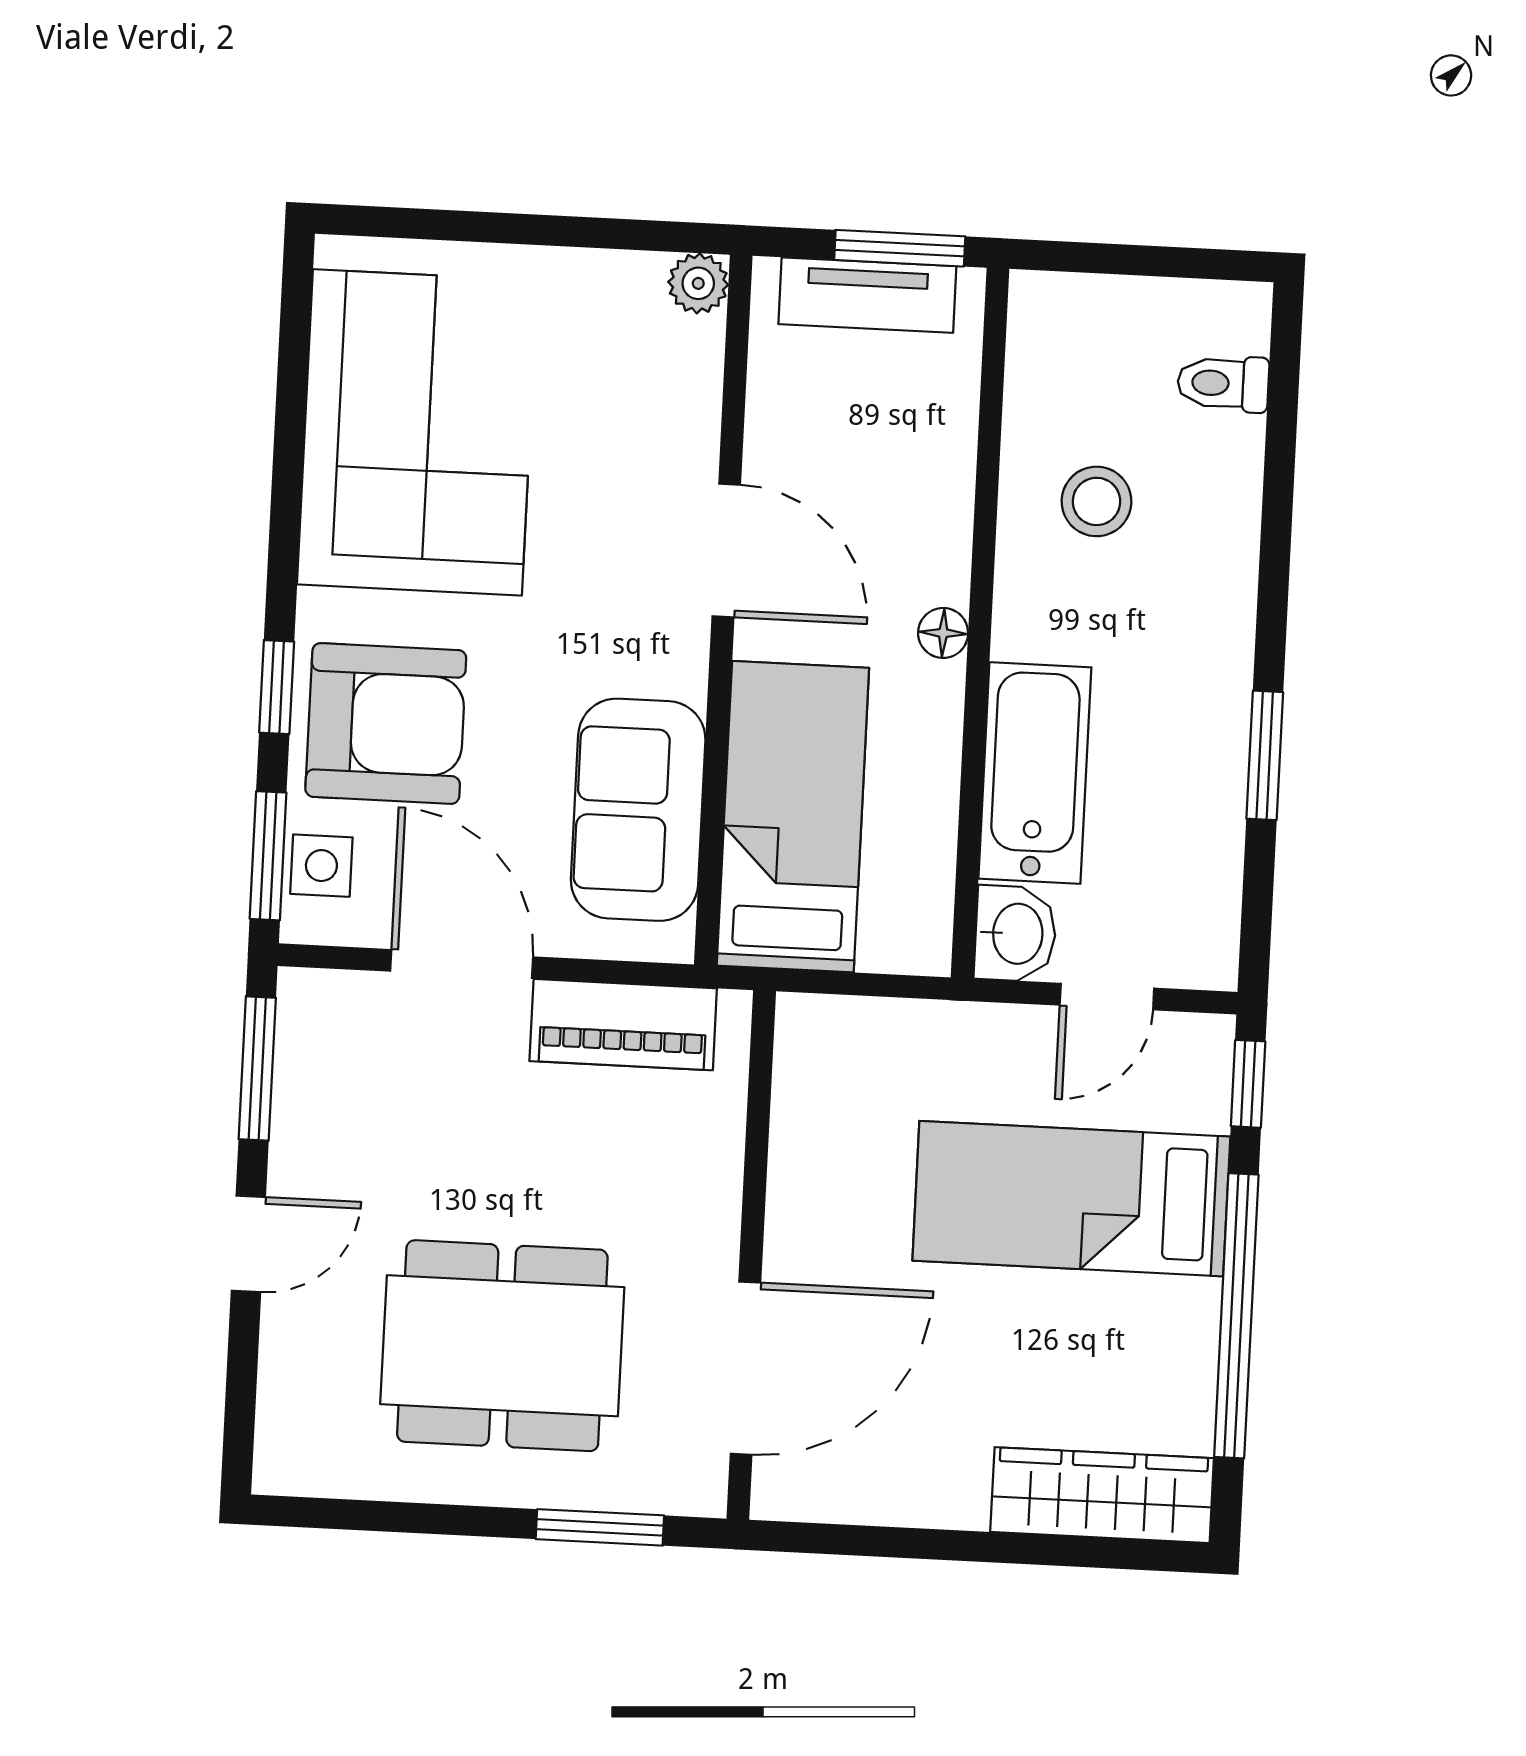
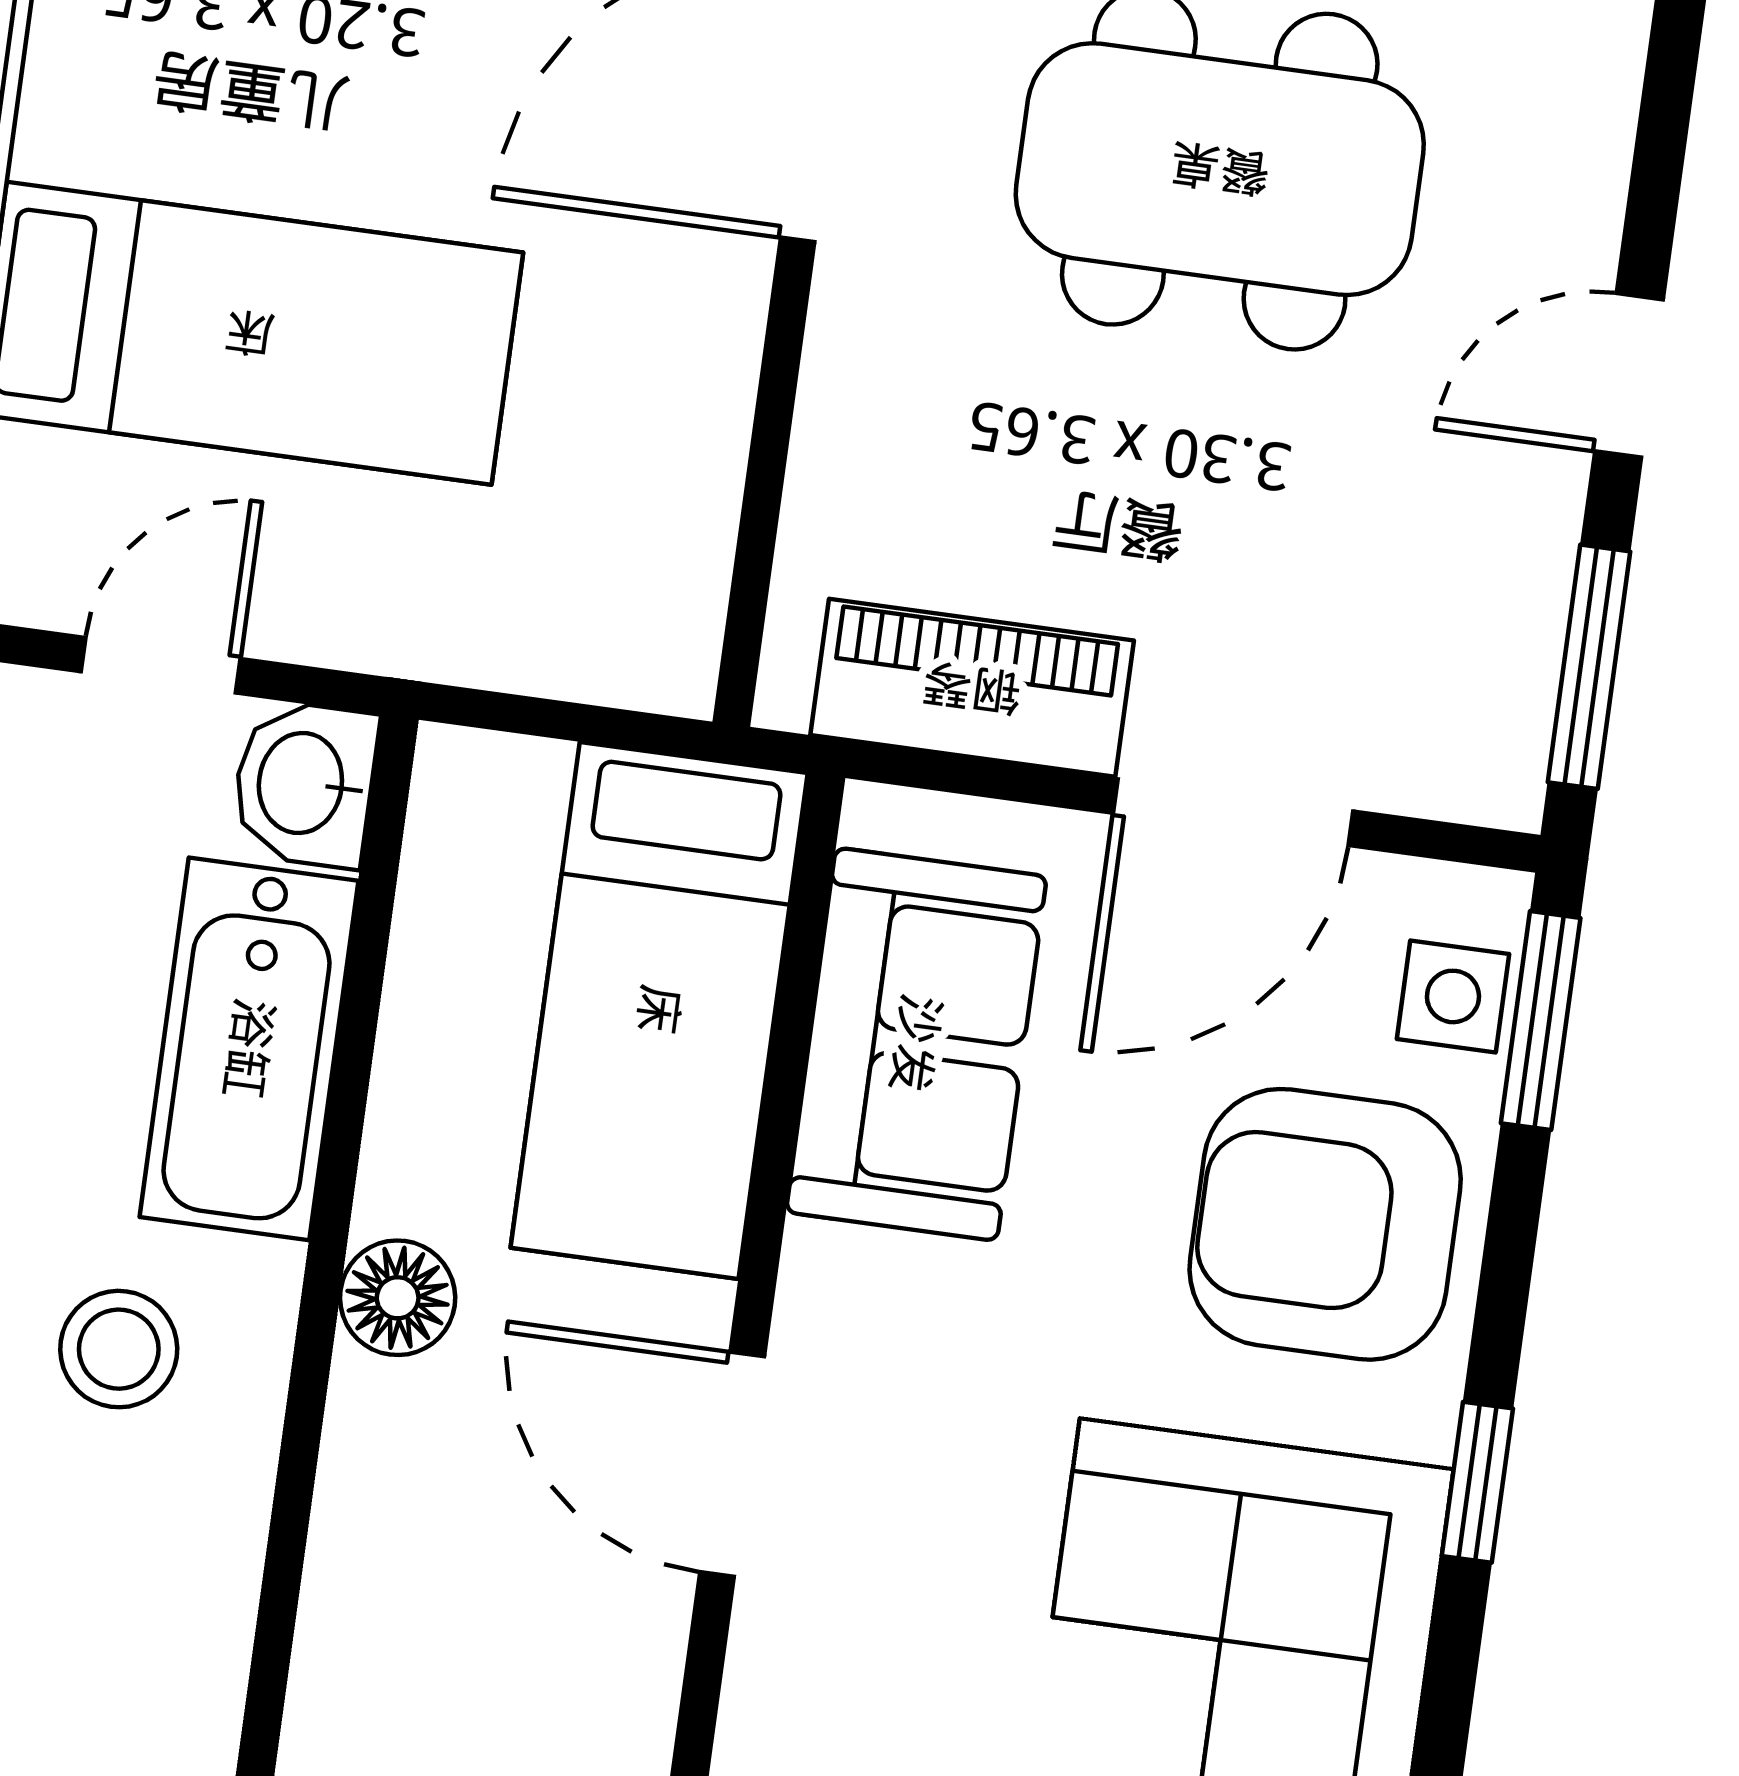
stool: (1097, 501) -> (119, 1349), moved
floor lamp: (943, 633) -> (398, 1298), width x1.37, depth x1.37
window: (277, 687) -> (1477, 1482), moved
door: (462, 964) -> (1233, 812), hinge flipped

